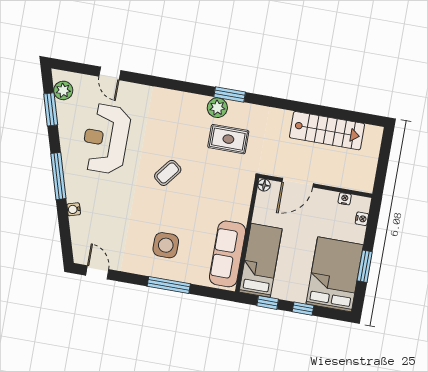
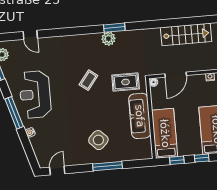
reception desk: (106, 139) -> (35, 94), moved
rug: (228, 139) -> (126, 82), moved
coffee table: (168, 173) -> (88, 80), moved
side table: (166, 245) -> (98, 140), turned 45
sofa: (228, 254) -> (140, 116), moved
door: (97, 272) -> (57, 170), hinge flipped

